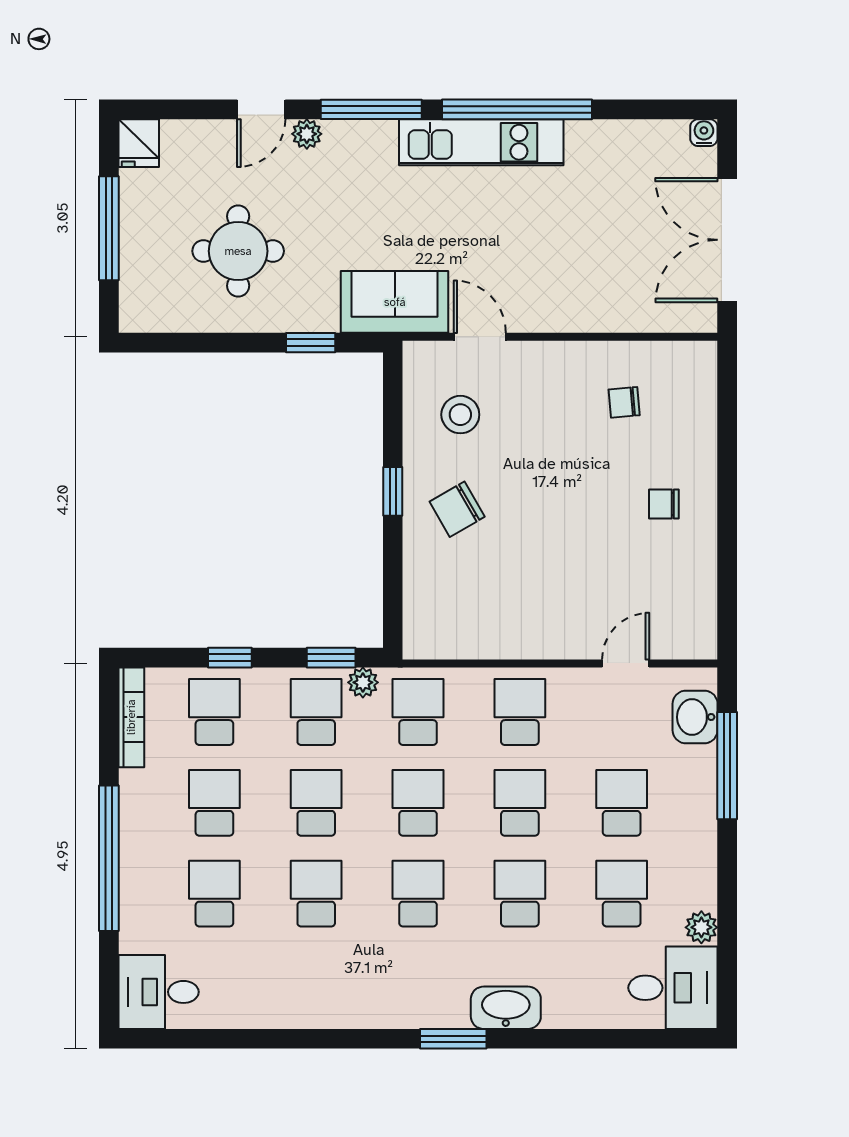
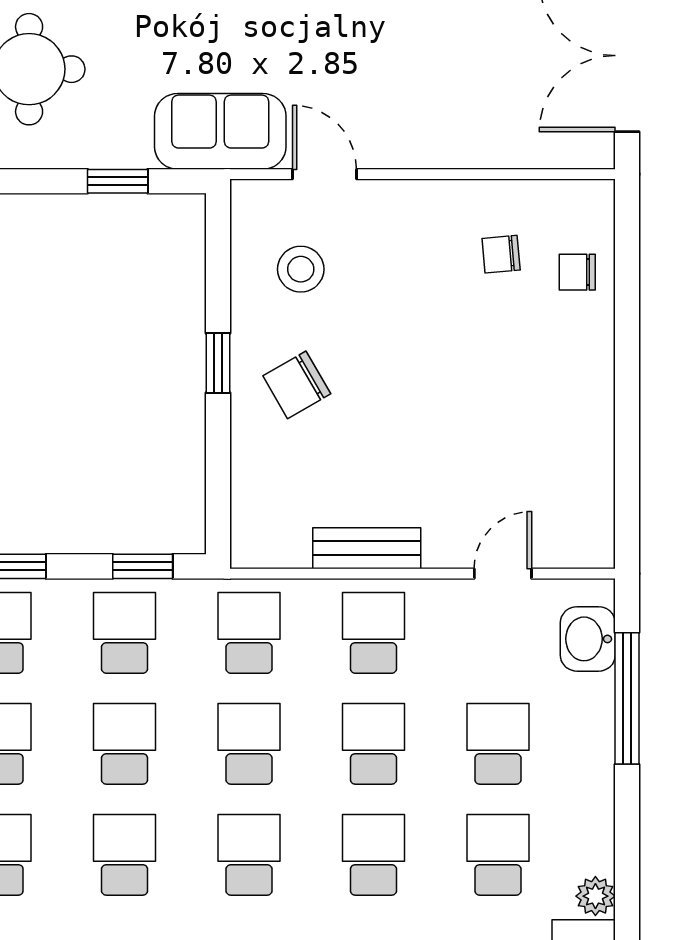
chair: (664, 504) -> (577, 272), moved
bench: (514, 643) -> (367, 548), added
plant: (363, 682) -> (182, 597), removed

